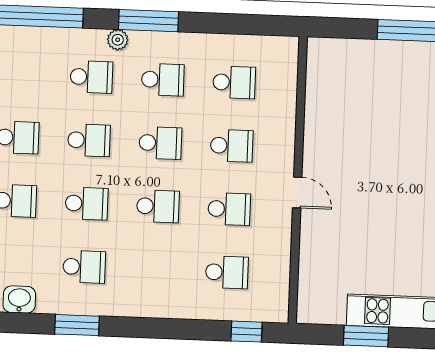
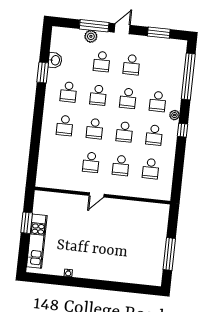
window: (148, 21) -> (183, 130), width x0.46
school desk: (227, 272) -> (65, 126), moved
window: (77, 325) -> (43, 73), moved
window: (246, 332) -> (33, 166), removed

